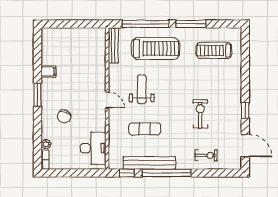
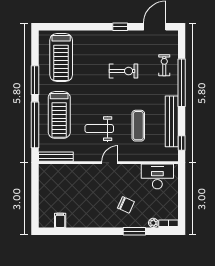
treadmill: (156, 49) -> (59, 115), turned 180
treadmill: (214, 51) -> (61, 58), width x1.37, depth x1.38
filing cabinet: (48, 72) -> (60, 220), moved
window: (37, 95) -> (134, 231), moved
exercise bike: (200, 114) -> (124, 71), turned 180
window: (167, 173) -> (182, 83), moved

